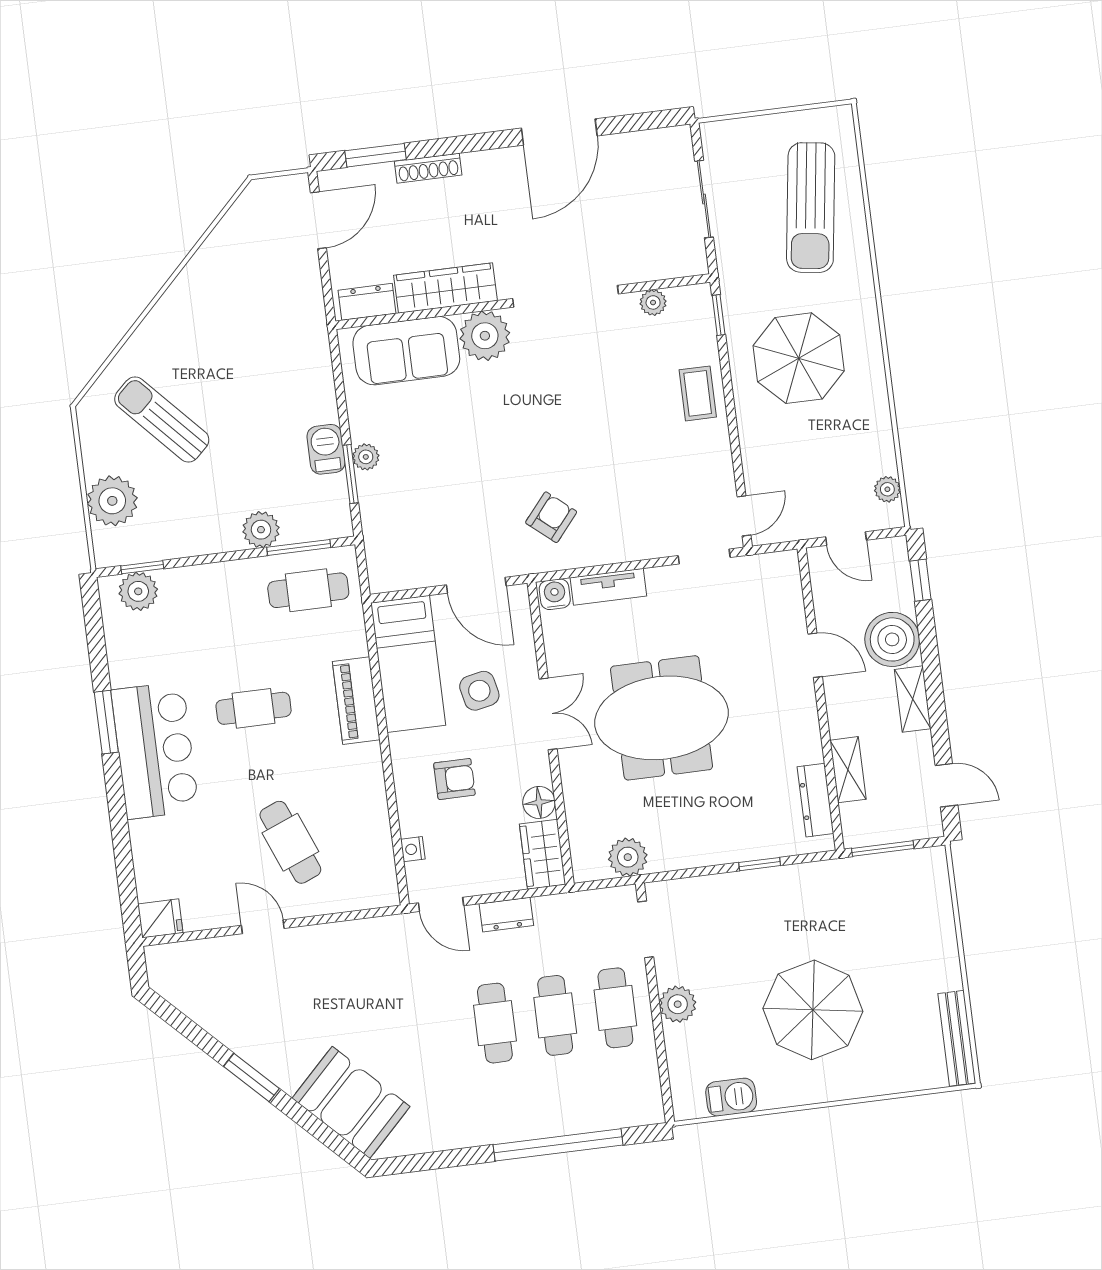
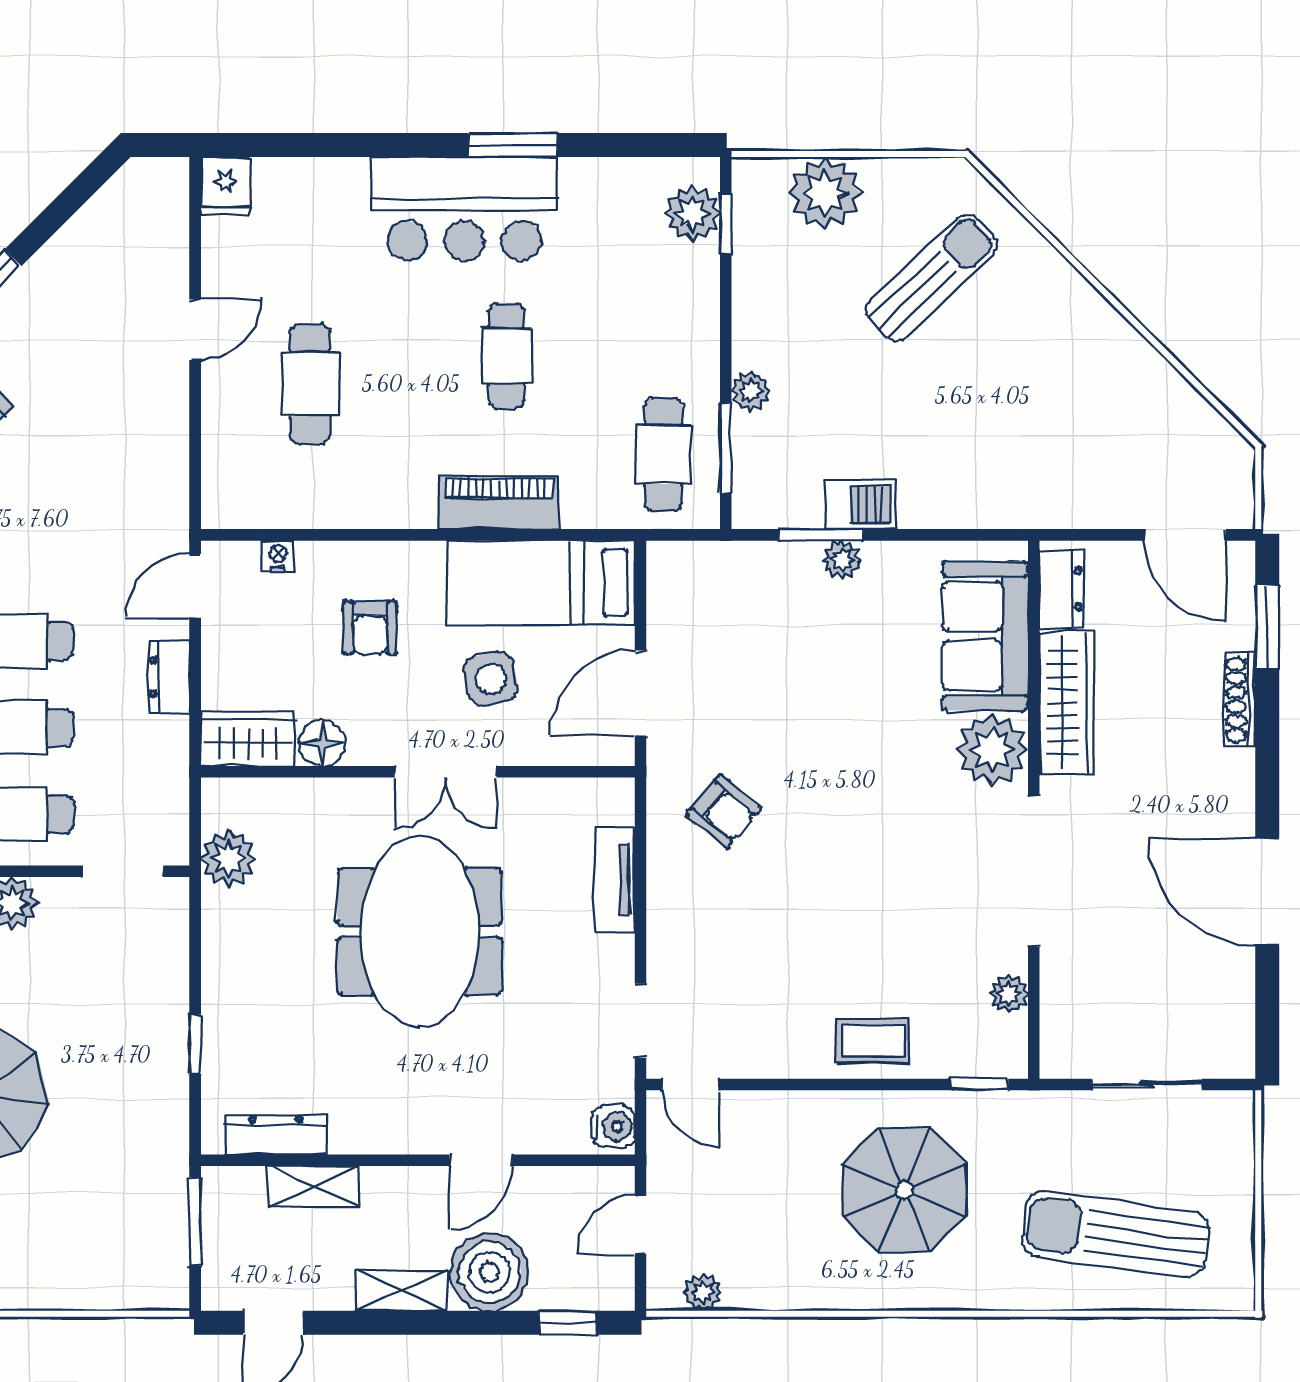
plant: (261, 530) -> (751, 391), width x0.73, depth x0.73
water cooler: (555, 594) -> (614, 1126), moved
cafe table: (290, 842) -> (310, 384), turned -68

